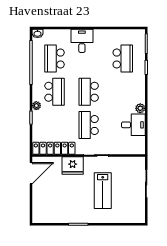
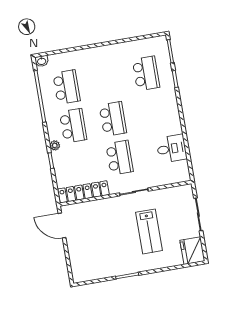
desk: (82, 41) -> (95, 61), removed
school desk: (55, 59) -> (66, 87), turned 180
school desk: (89, 92) -> (113, 119), turned 180
plant: (140, 108) -> (176, 128), removed
school desk: (89, 125) -> (119, 158), turned 180
fridge: (73, 166) -> (192, 251), moved, turned 90
door: (31, 173) -> (62, 226), swing flipped

